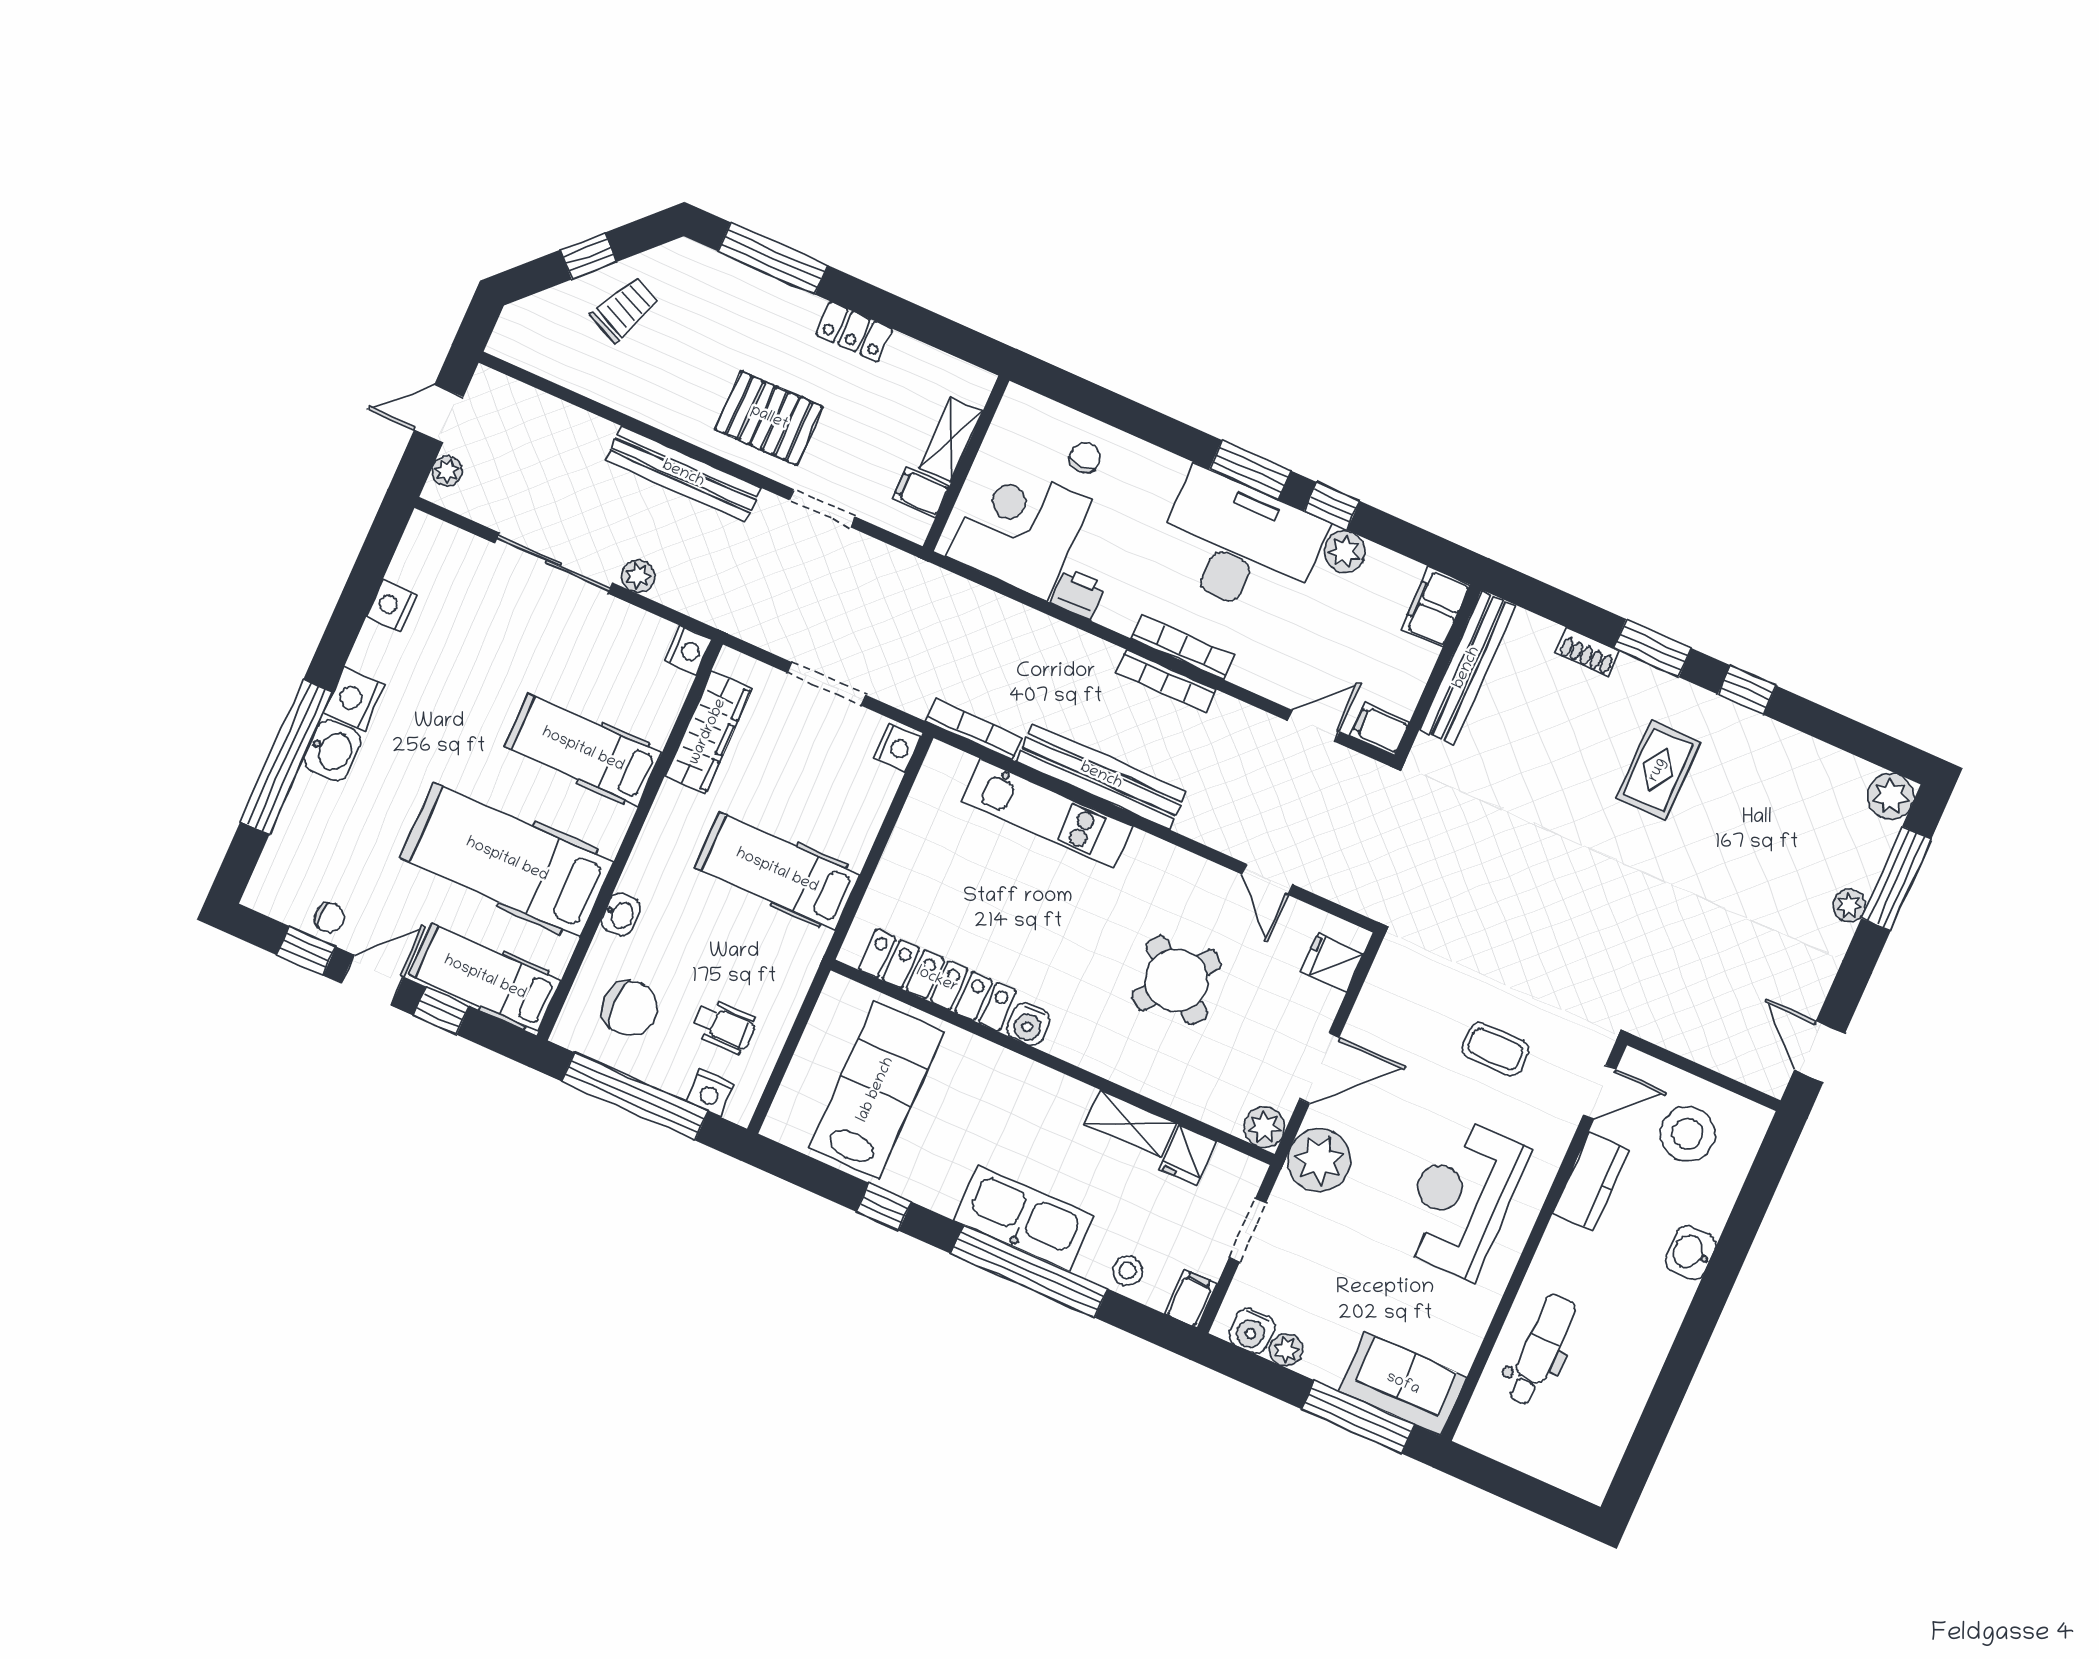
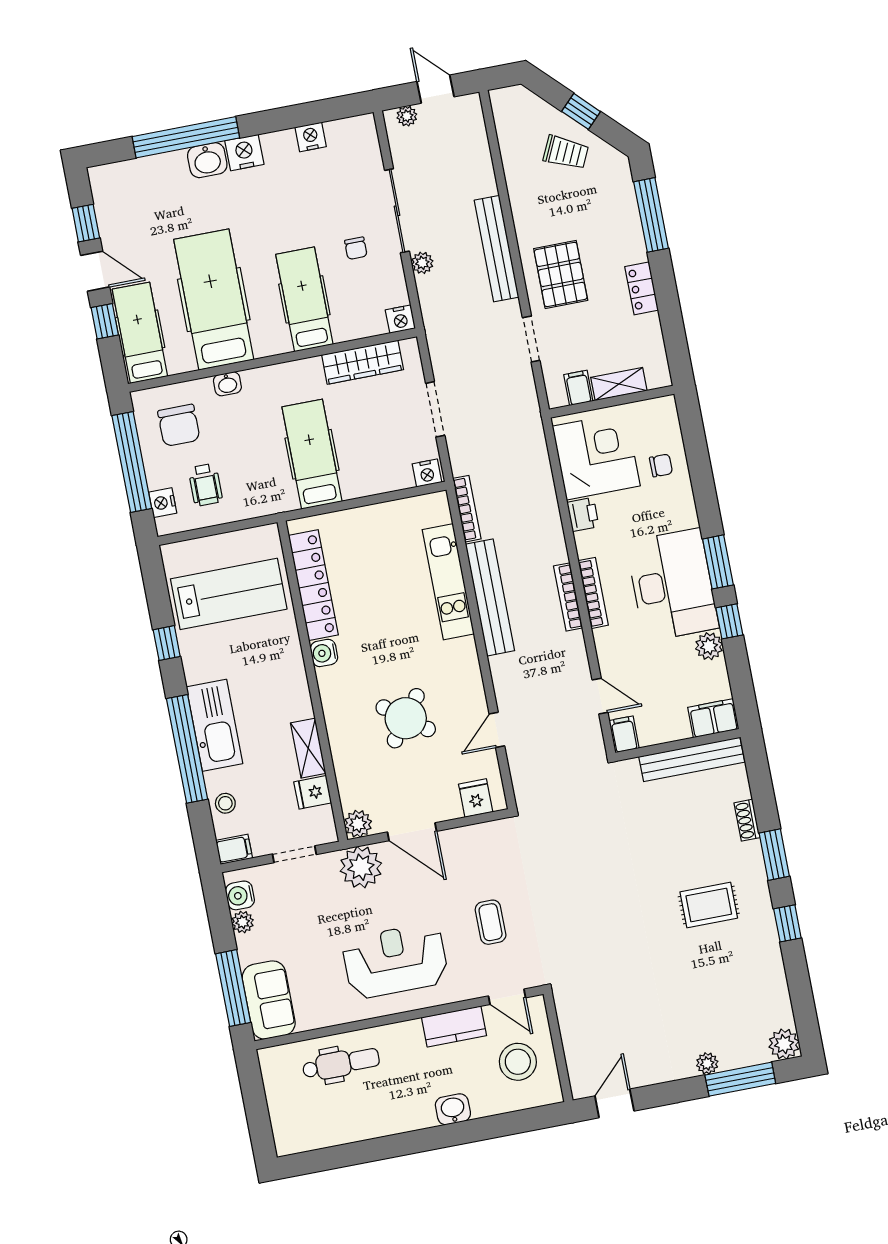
chair: (329, 917) -> (356, 248), moved

